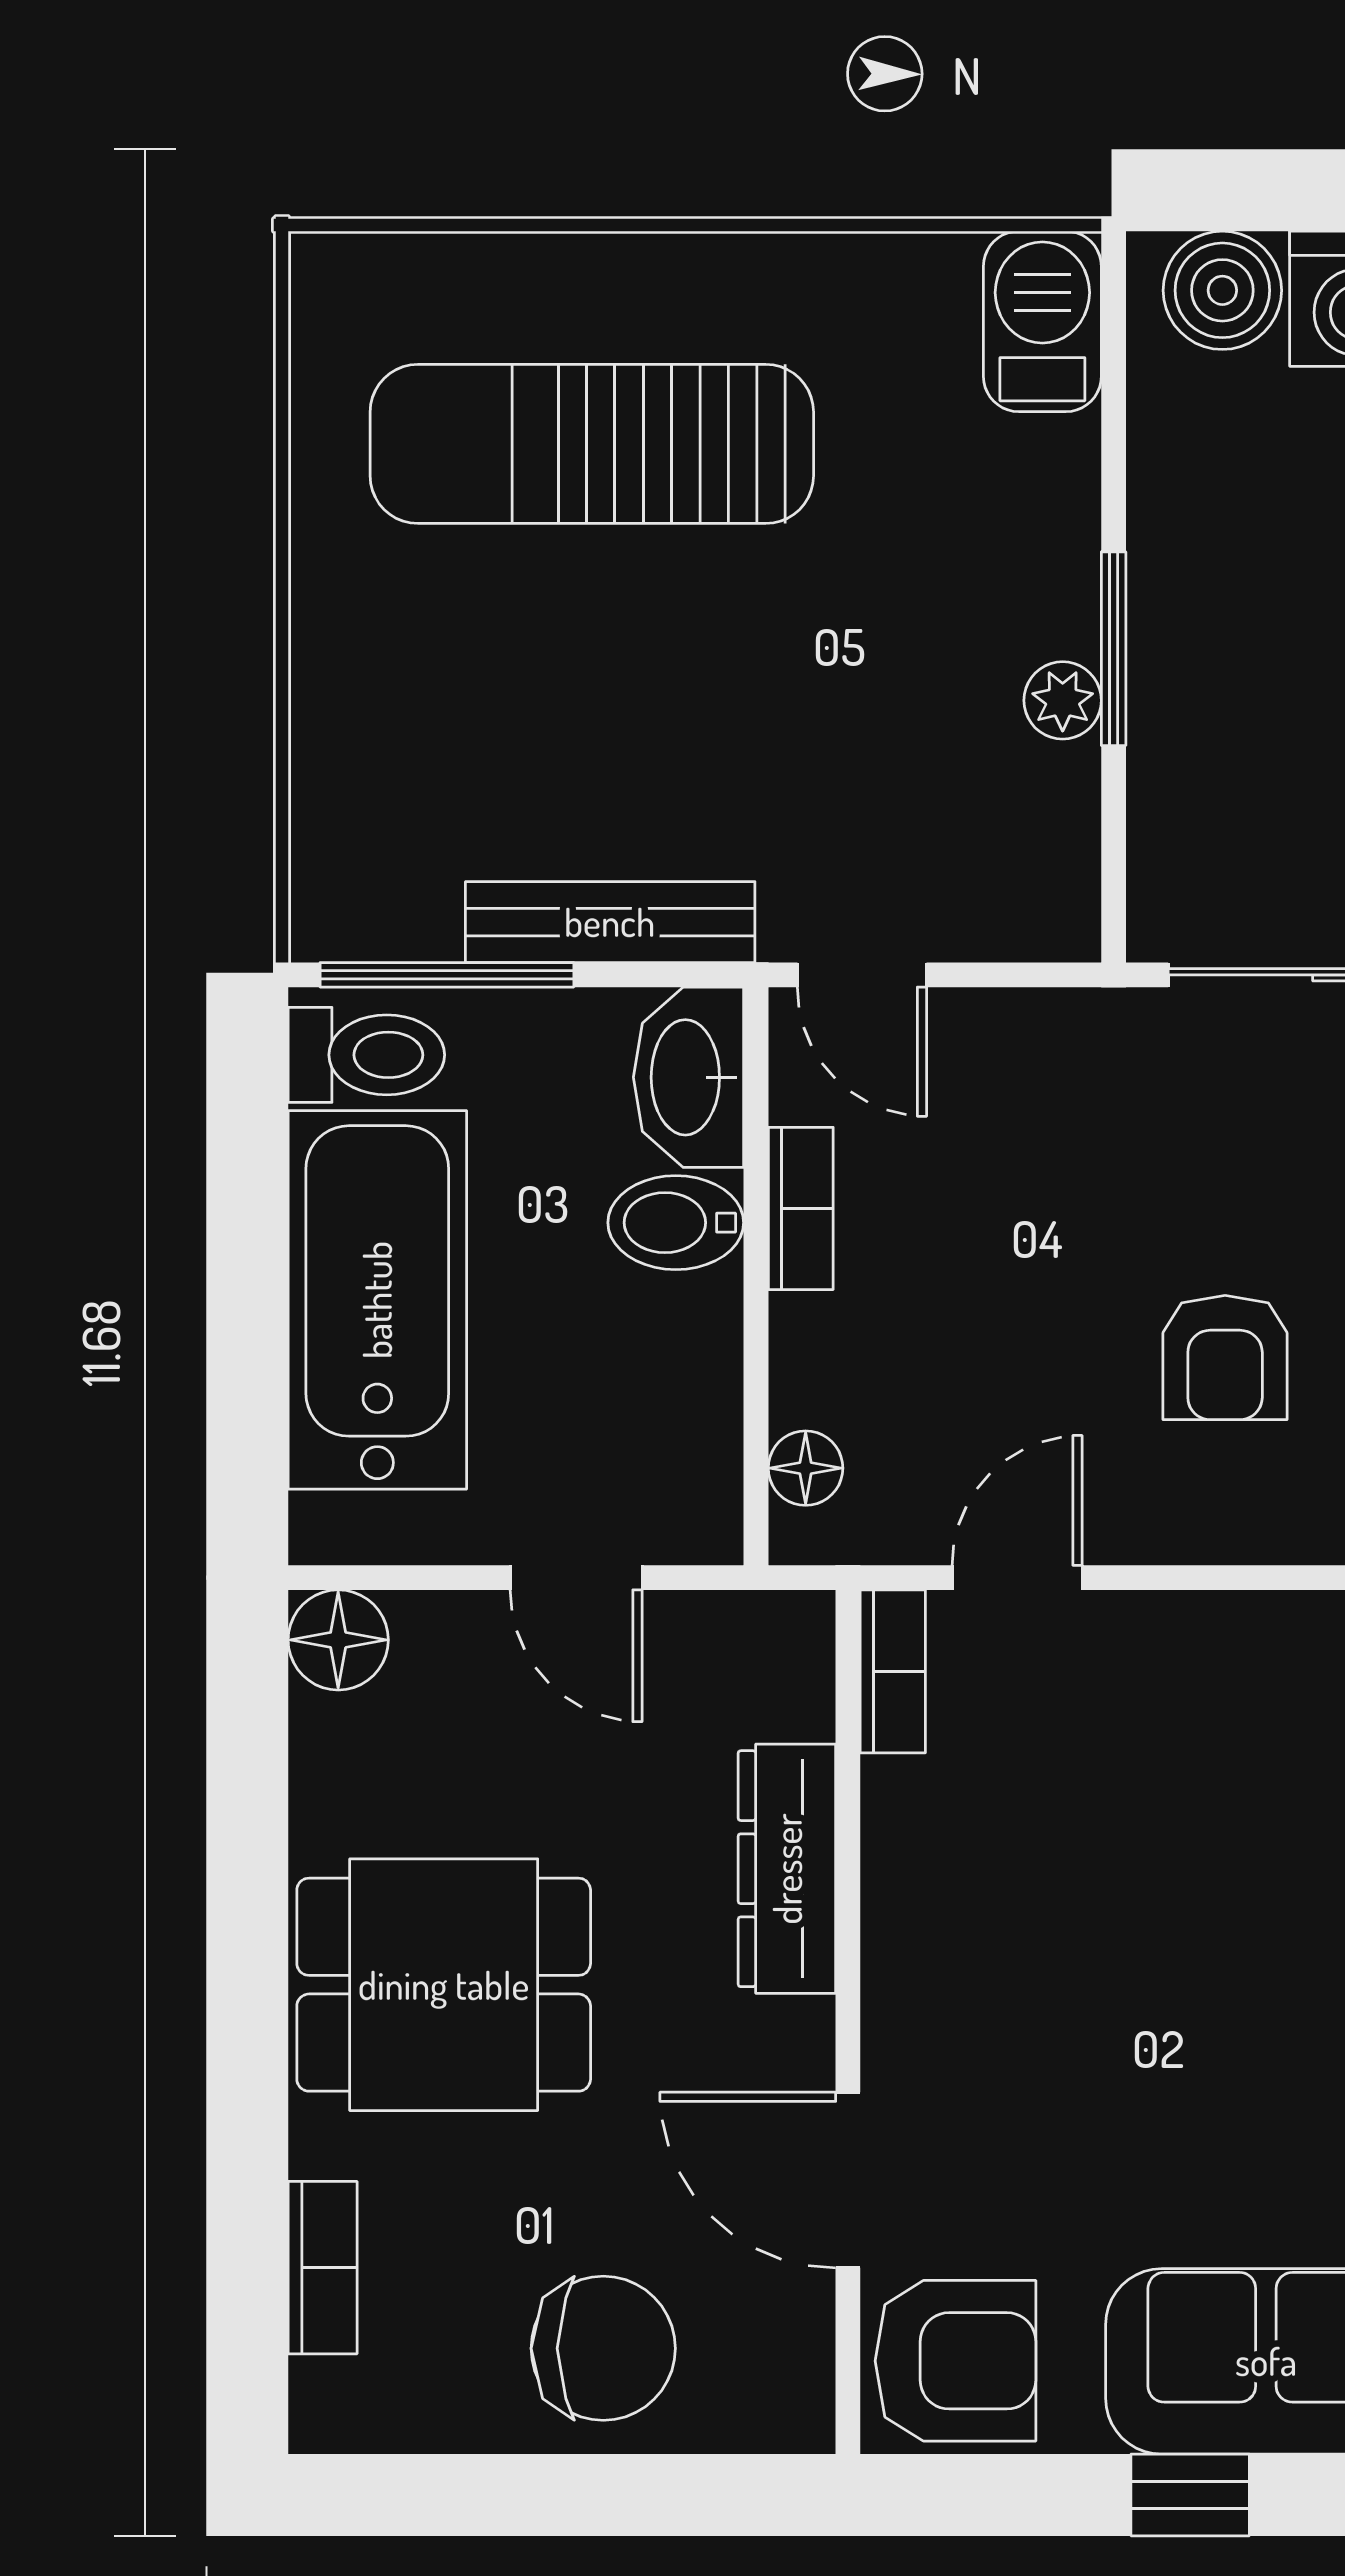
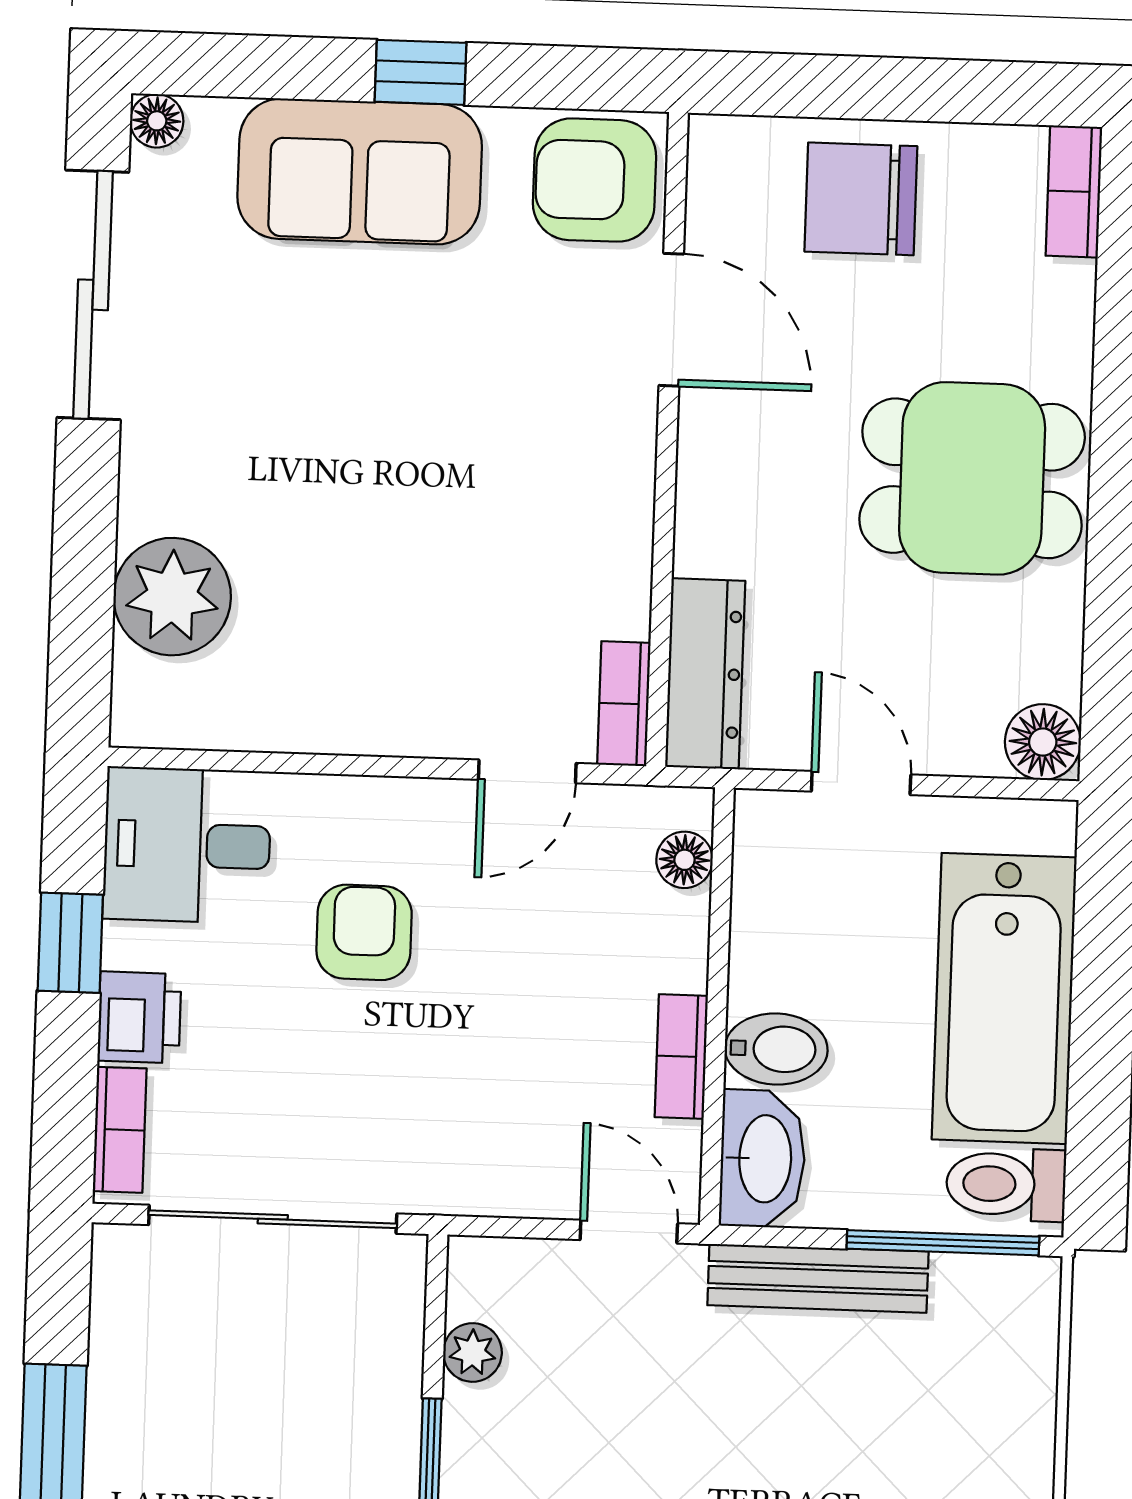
plant: (1063, 700) -> (472, 1352), moved
dresser: (787, 1869) -> (705, 674), moved
bookcase: (323, 2268) -> (1074, 191), moved

